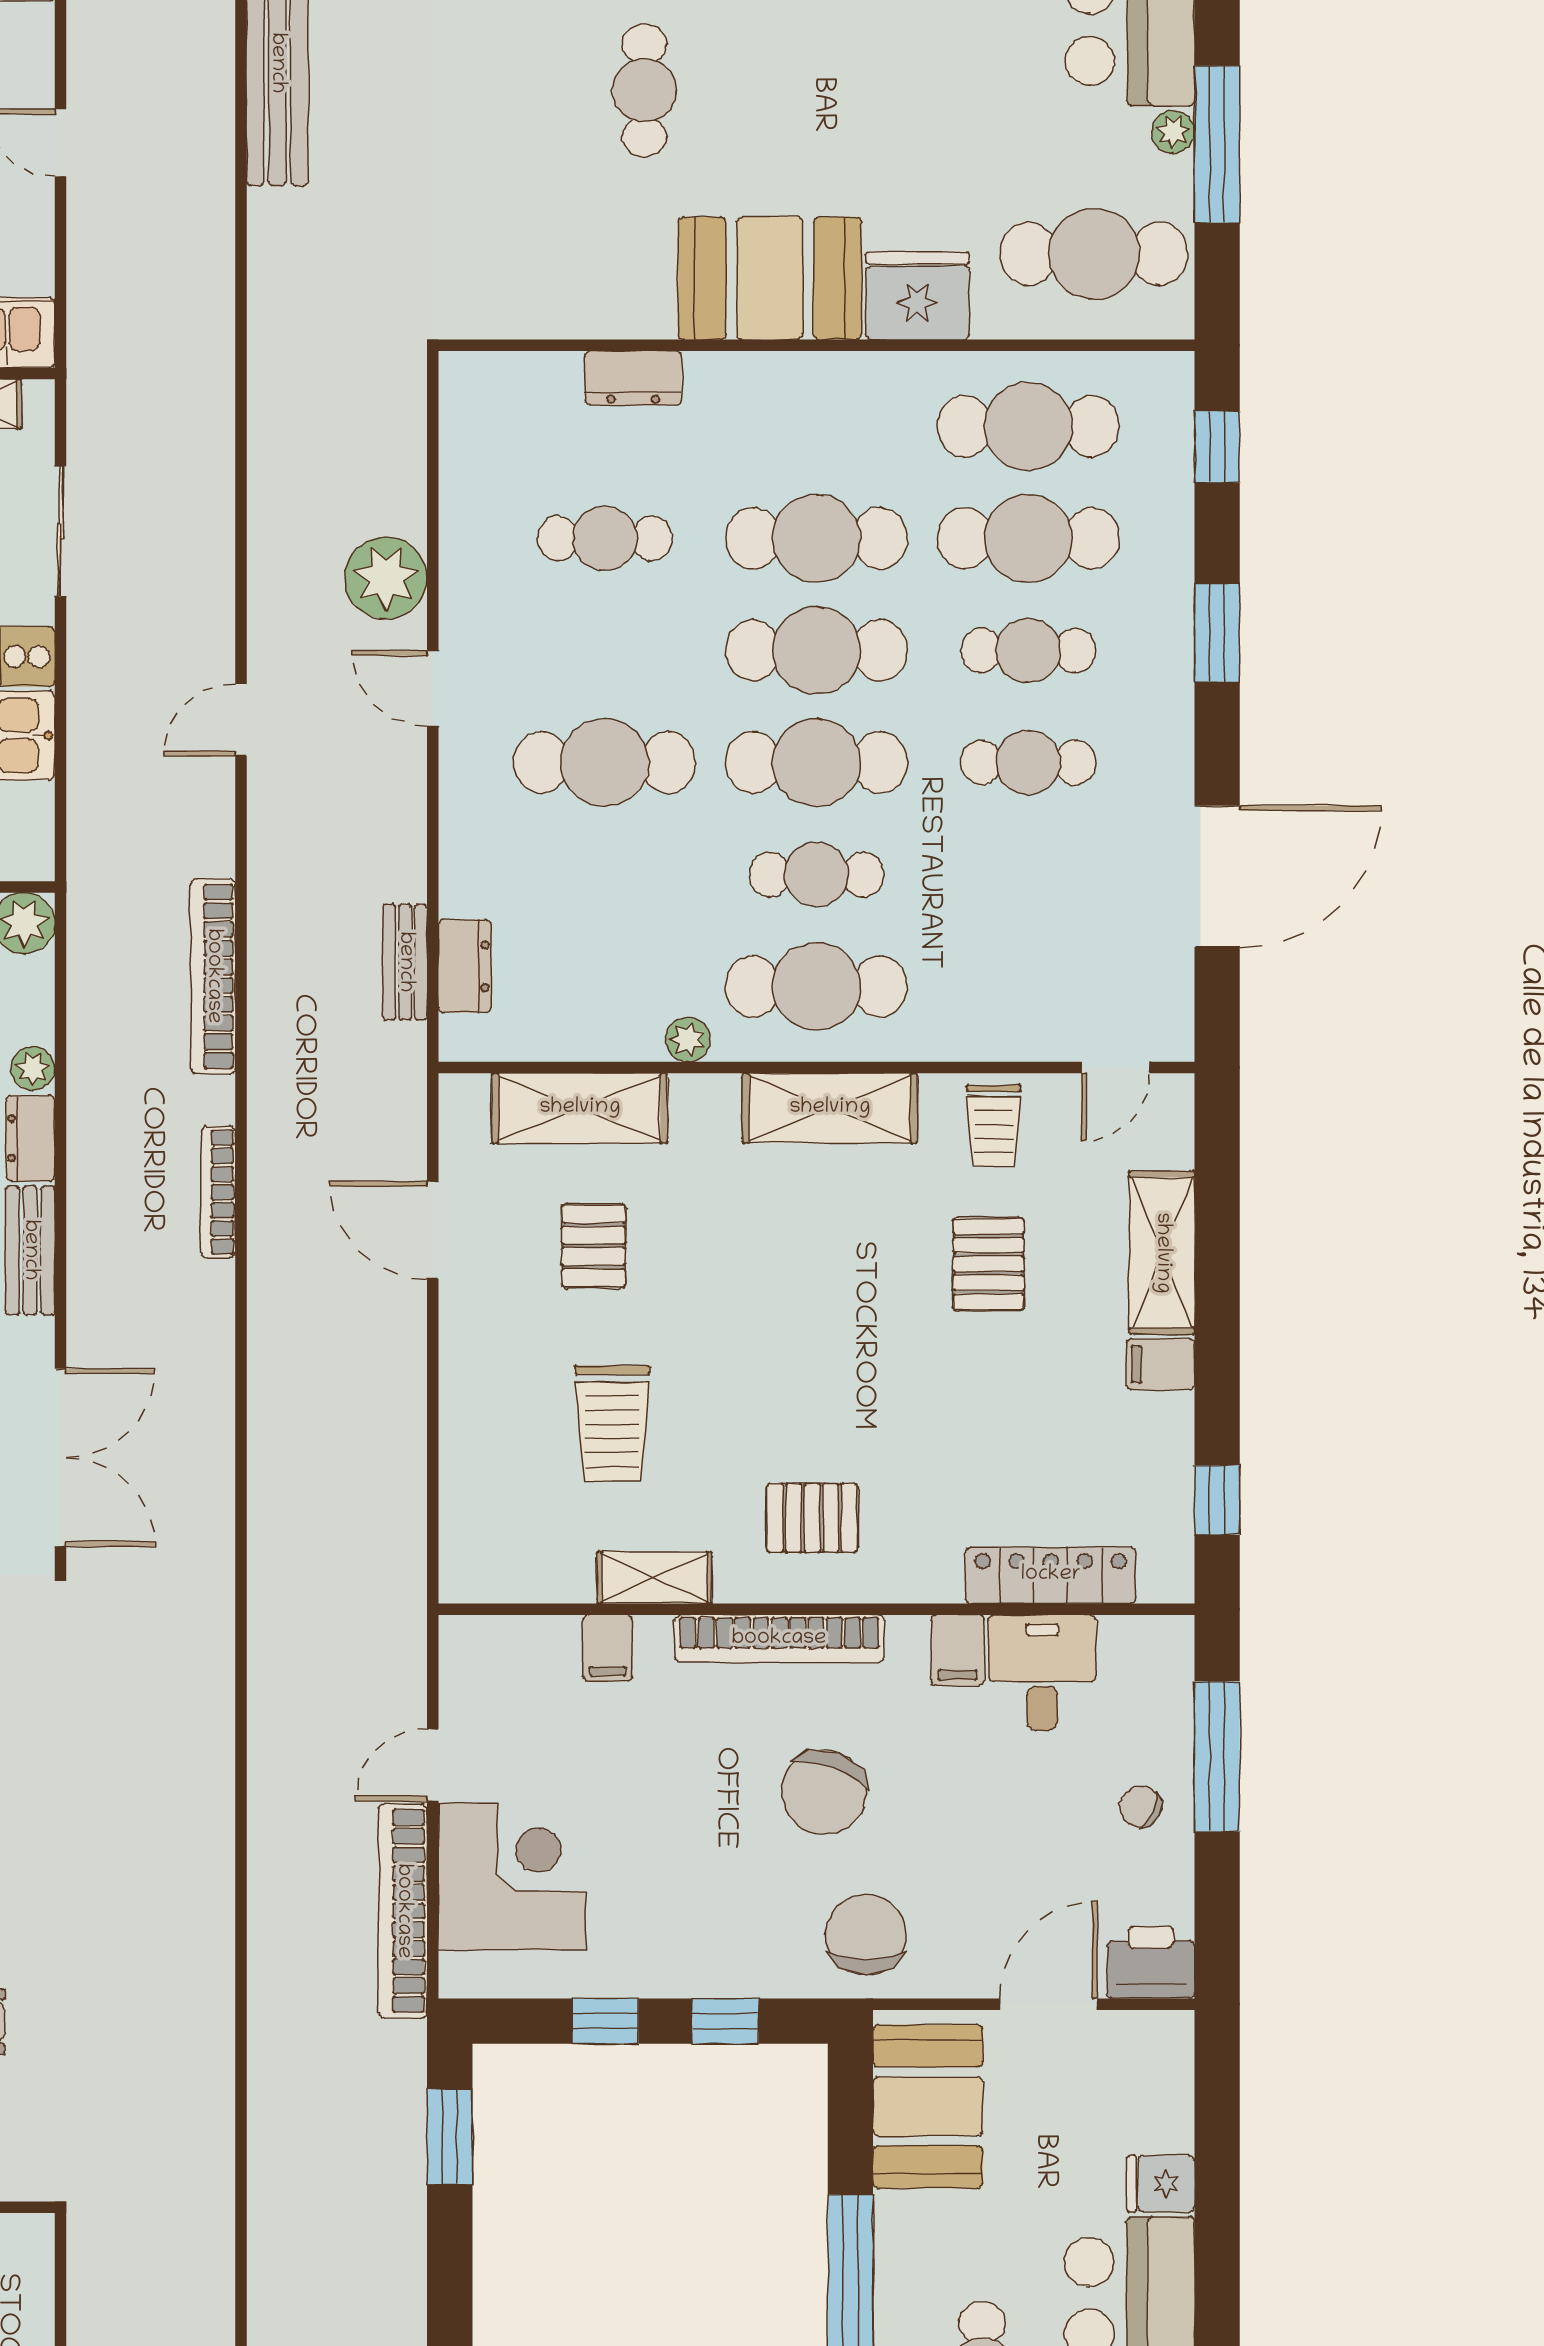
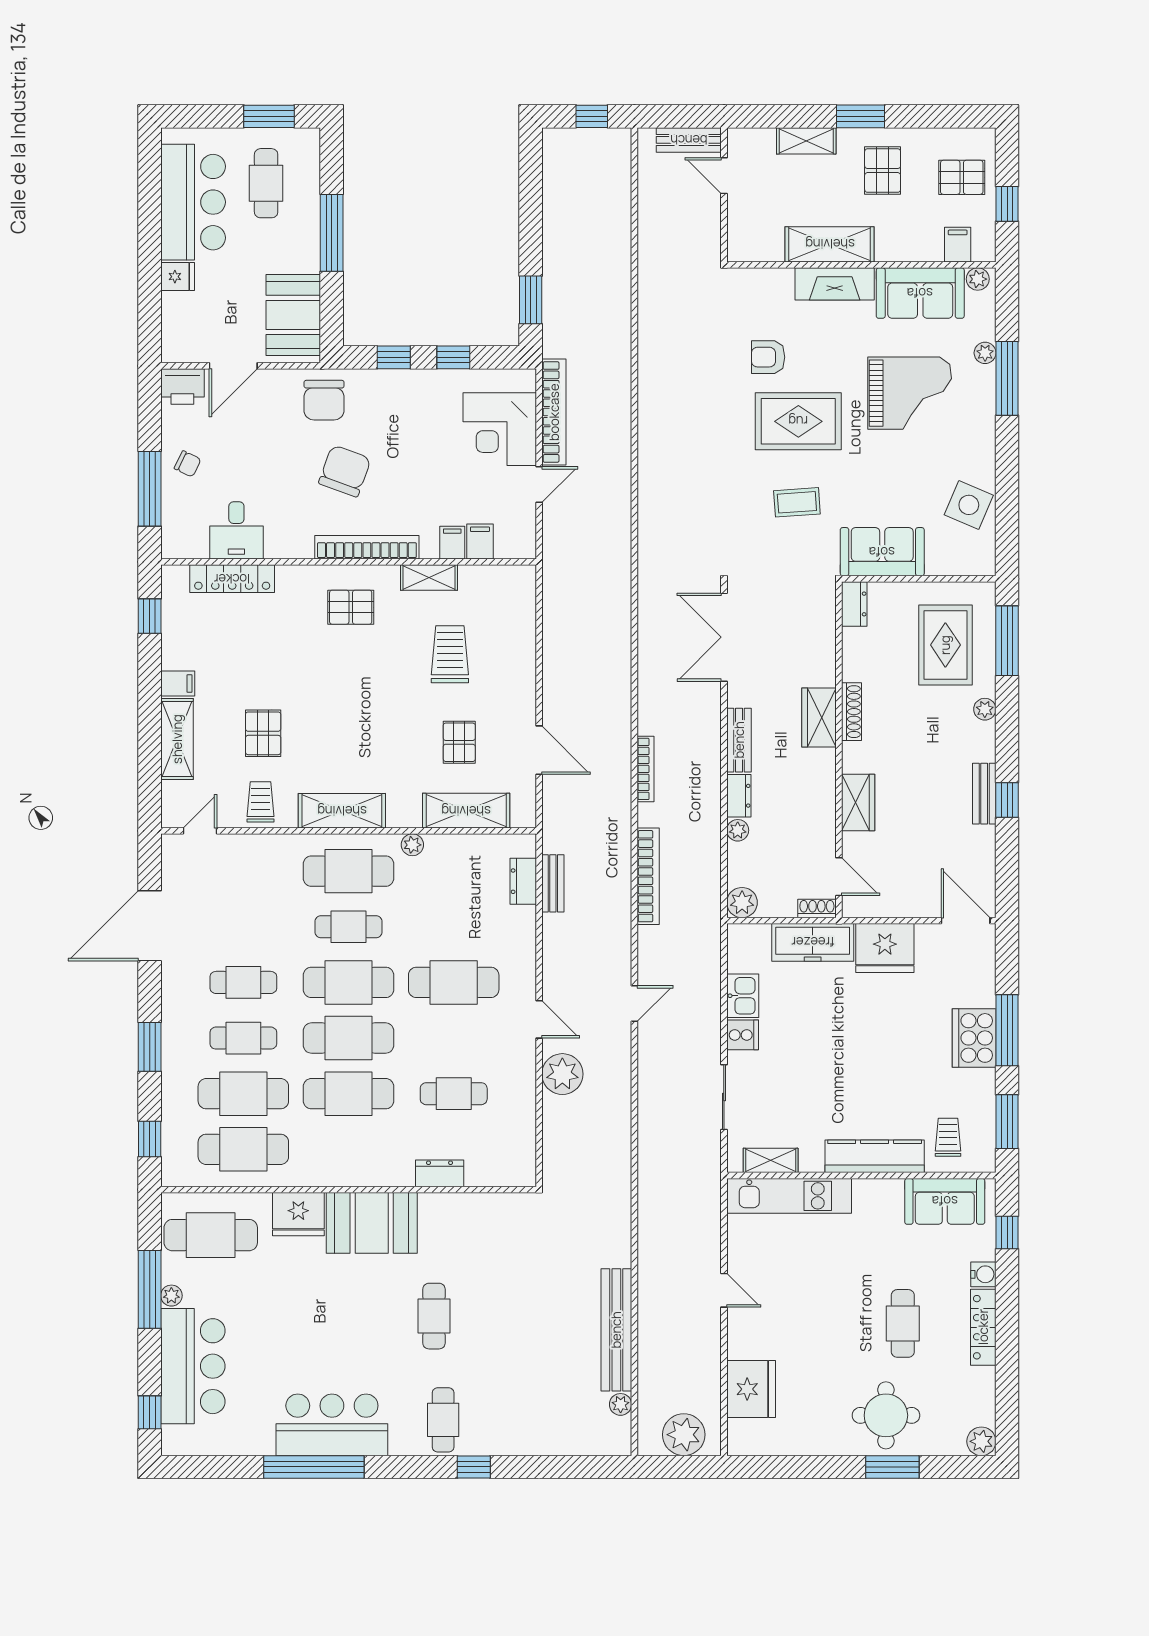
filing cabinet: (958, 1650) -> (480, 542), moved

